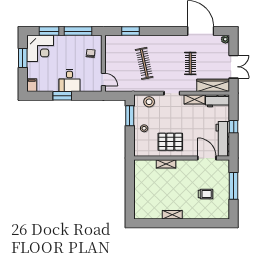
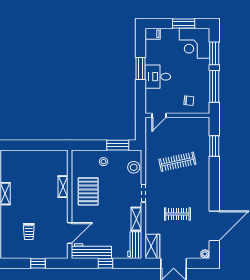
wardrobe: (213, 85) -> (152, 246), width x0.67
window: (234, 186) -> (38, 263), width x0.46

